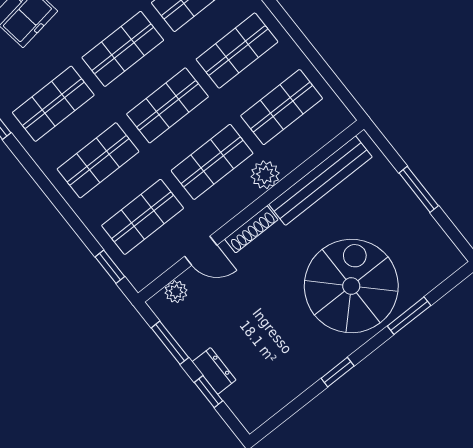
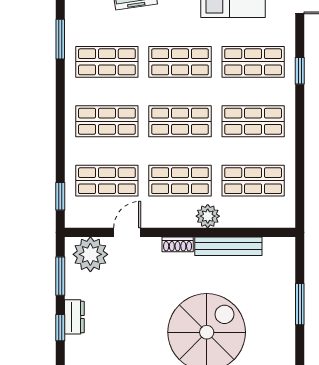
bench: (320, 181) -> (228, 246), width x0.73, depth x0.82
shoe rack: (251, 229) -> (178, 244), width x0.70
door: (201, 251) -> (127, 232), swing flipped
plant: (176, 292) -> (90, 254), width x1.88, depth x1.88

